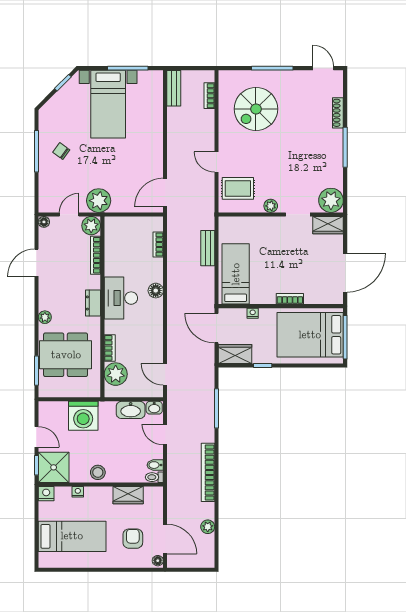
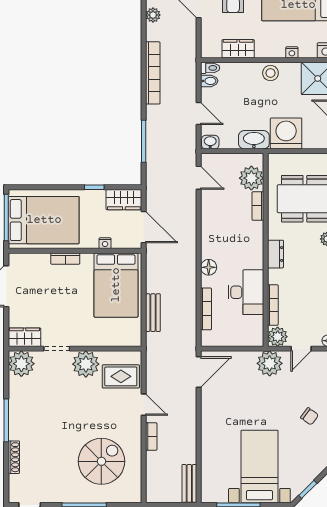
bookcase: (209, 96) -> (151, 437), moved
plant: (271, 206) -> (86, 364), width x1.87, depth x1.87
bookcase: (158, 245) -> (206, 309), width x1.56
bed: (236, 274) -> (116, 285), width x1.50
desk: (121, 298) -> (246, 292), moved
washbasin: (131, 410) -> (254, 140), moved

